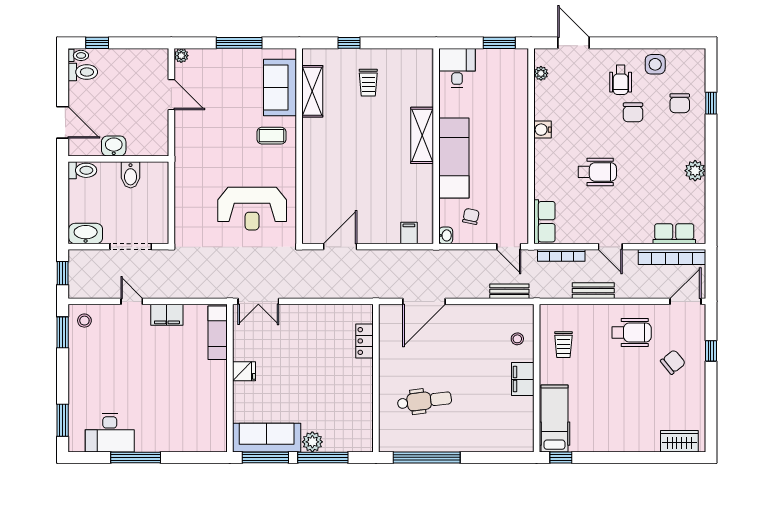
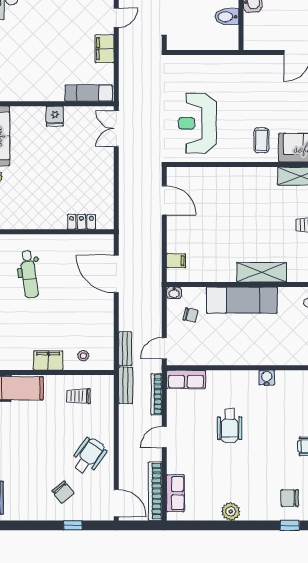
chair: (633, 112) -> (282, 457), removed
bench: (593, 291) -> (126, 385), moved
wheelchair: (632, 332) -> (89, 456), turned -145

